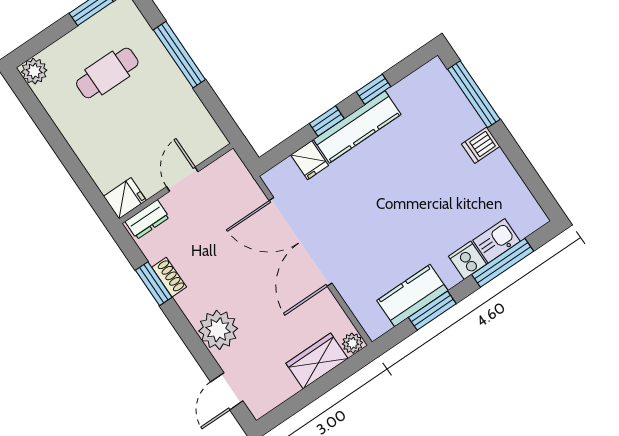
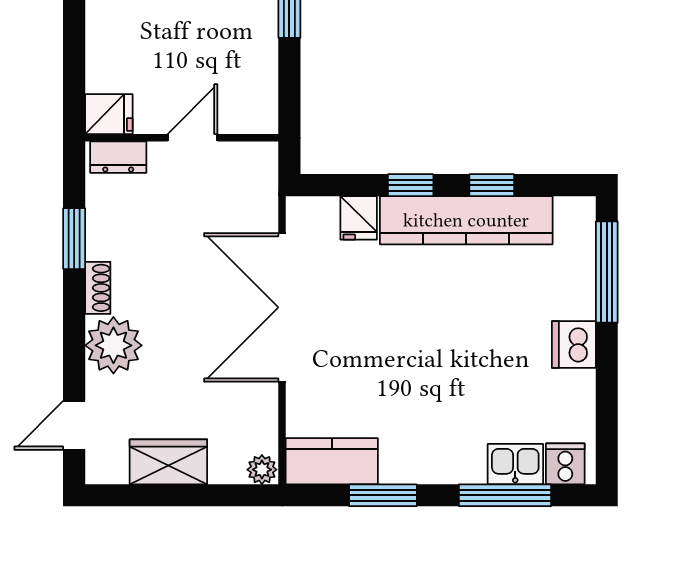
kitchen counter: (357, 127) -> (466, 220), width x1.39, depth x1.17
dishwasher: (481, 145) -> (574, 344), width x1.38
cooker: (467, 260) -> (565, 464), moved
shoe rack: (169, 277) -> (98, 288), moved
kitchen counter: (412, 295) -> (332, 461), moved
wardrobe: (317, 361) -> (168, 462), moved

